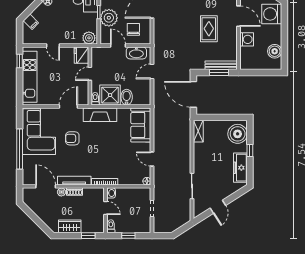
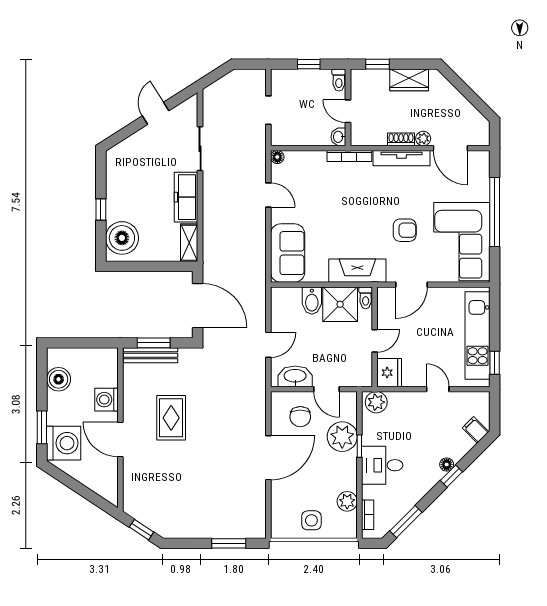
window: (284, 23) -> (42, 427), added
freezer: (240, 168) -> (186, 197), moved, turned 180

